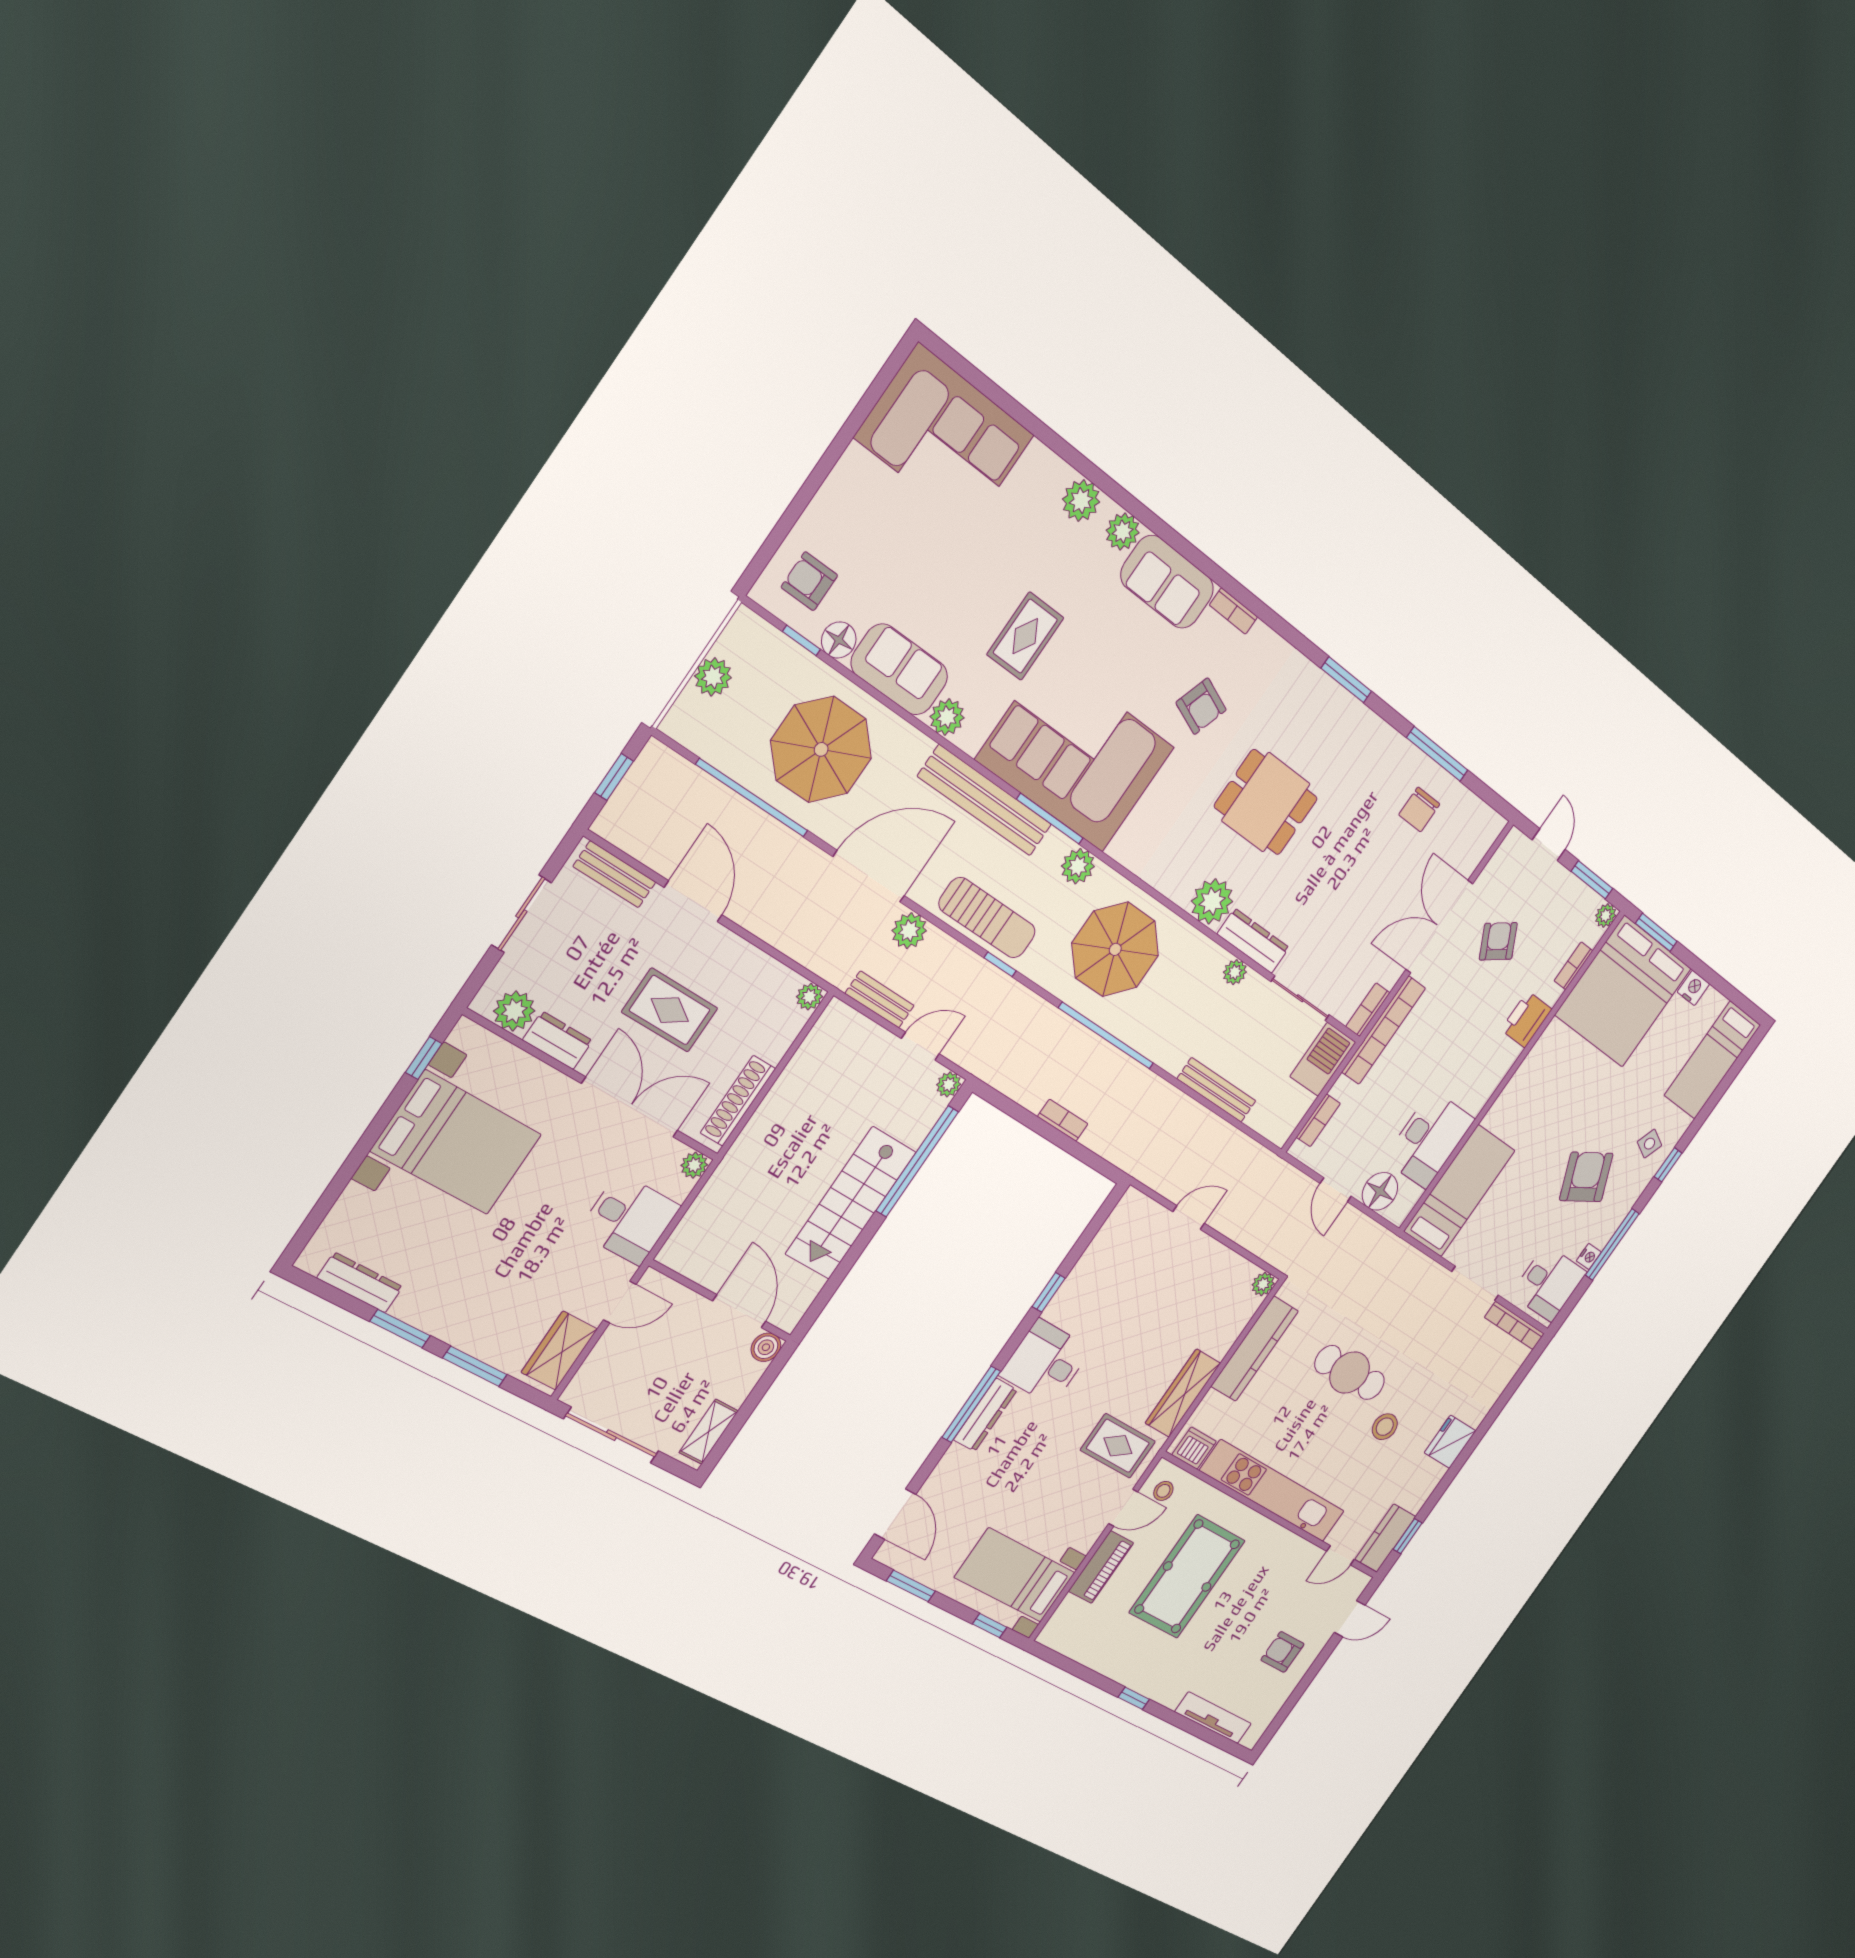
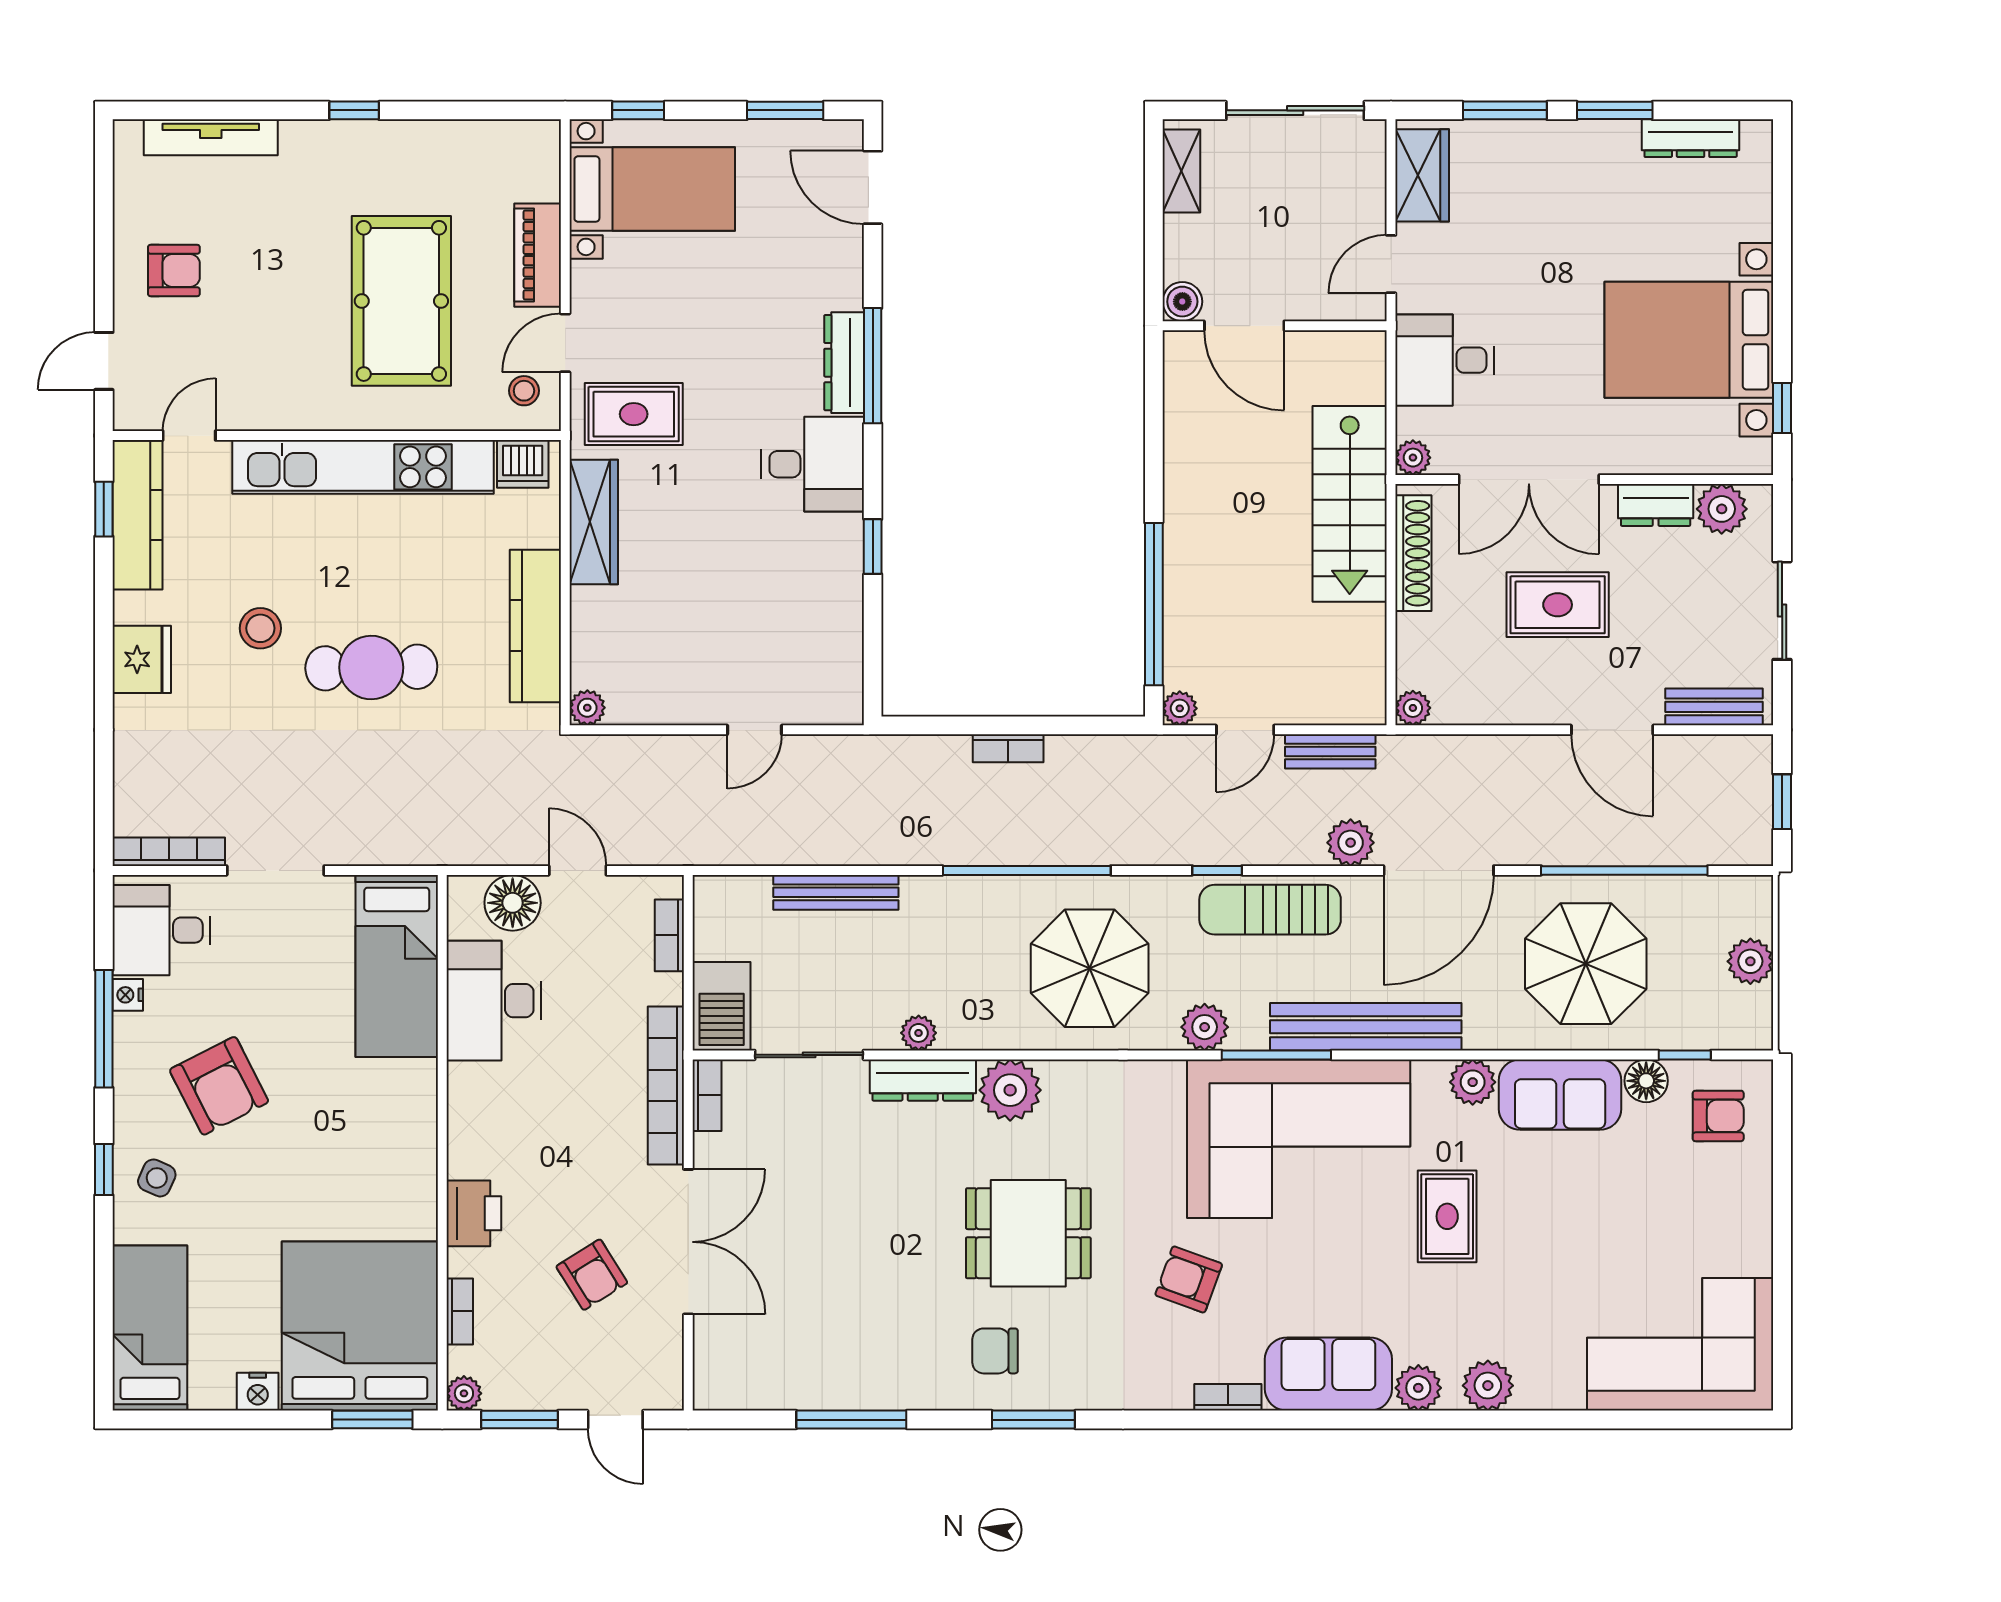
chair: (1419, 809) -> (995, 1351), moved, turned -90
stairs: (851, 1203) -> (1350, 504), moved, turned 180
kitchen counter: (1385, 1538) -> (137, 515), width x1.50

